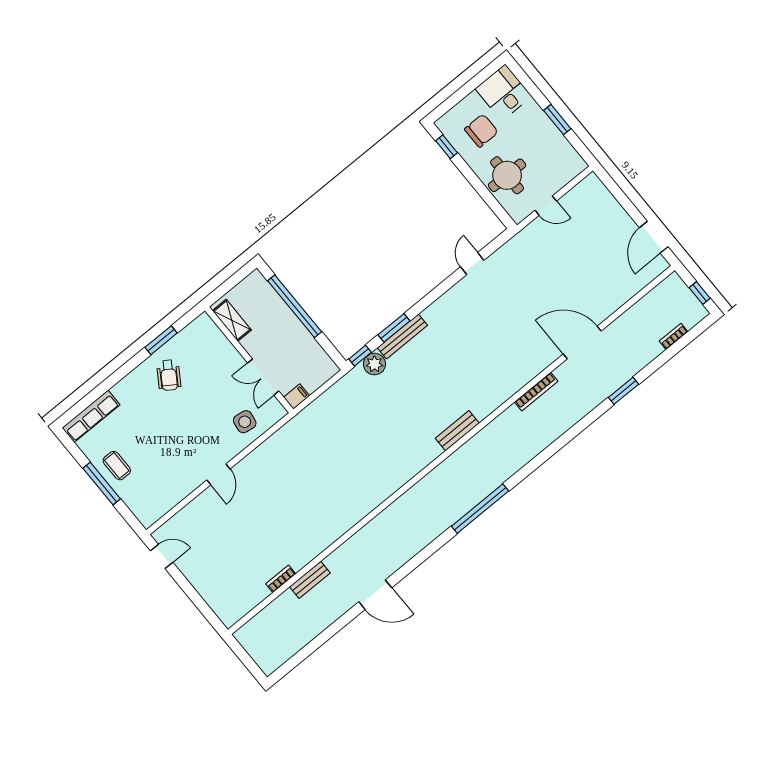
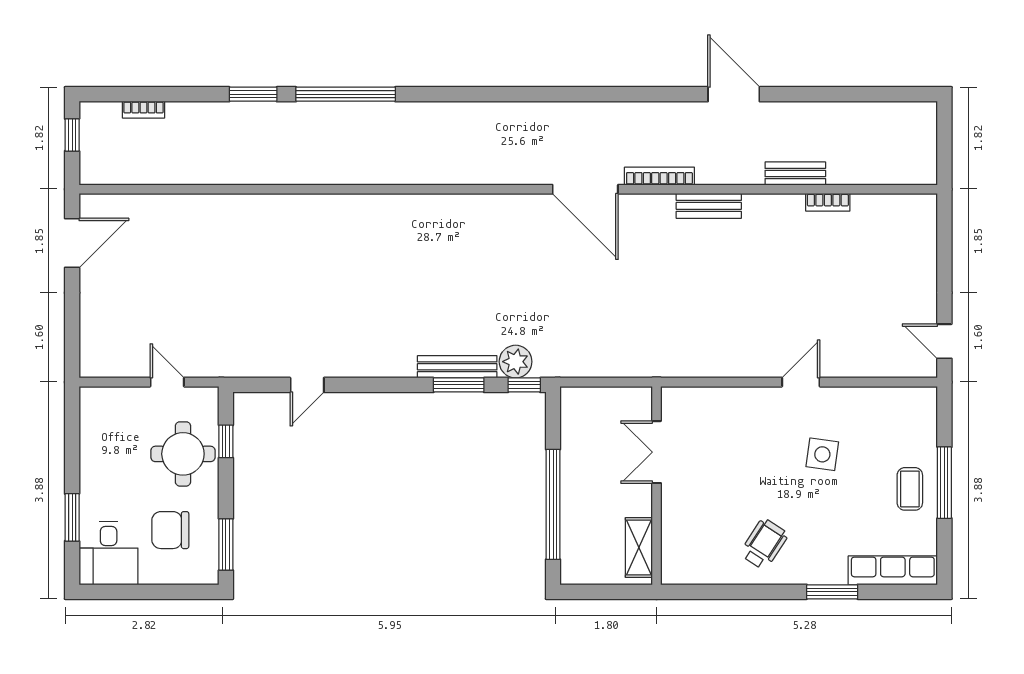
window: (557, 120) -> (72, 517), moved
window: (446, 147) -> (226, 545), width x1.50
window: (490, 200) -> (226, 441), added
window: (161, 340) -> (832, 592), moved
door: (582, 342) -> (585, 189), moved
double door: (263, 377) -> (656, 452), swing flipped
bookcase: (536, 392) -> (659, 176), moved
filing cabinet: (296, 397) -> (637, 398), removed
side table: (245, 422) -> (822, 454), moved
bench: (457, 431) -> (709, 206), moved
window: (480, 509) -> (346, 94), moved

